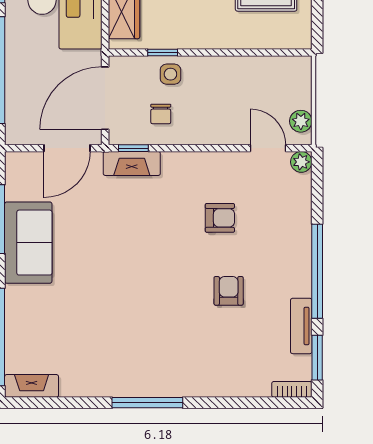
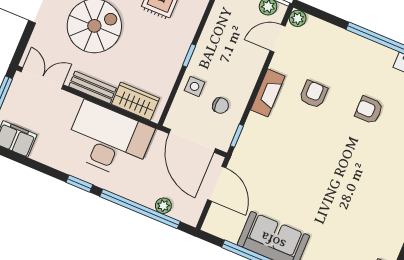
window: (163, 52) -> (189, 55), moved
plant: (15, 96) -> (163, 206), added
fireplace: (132, 163) -> (268, 93), moved

